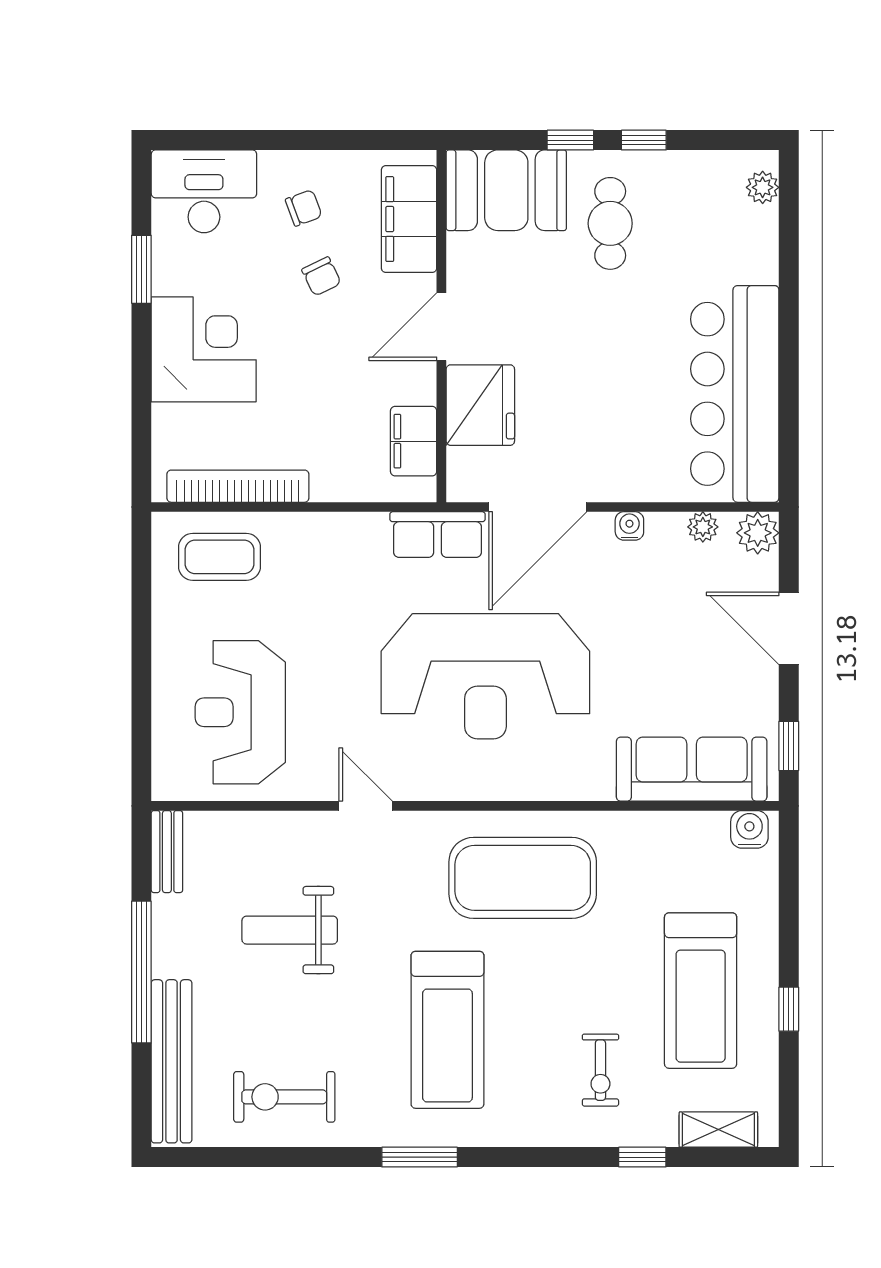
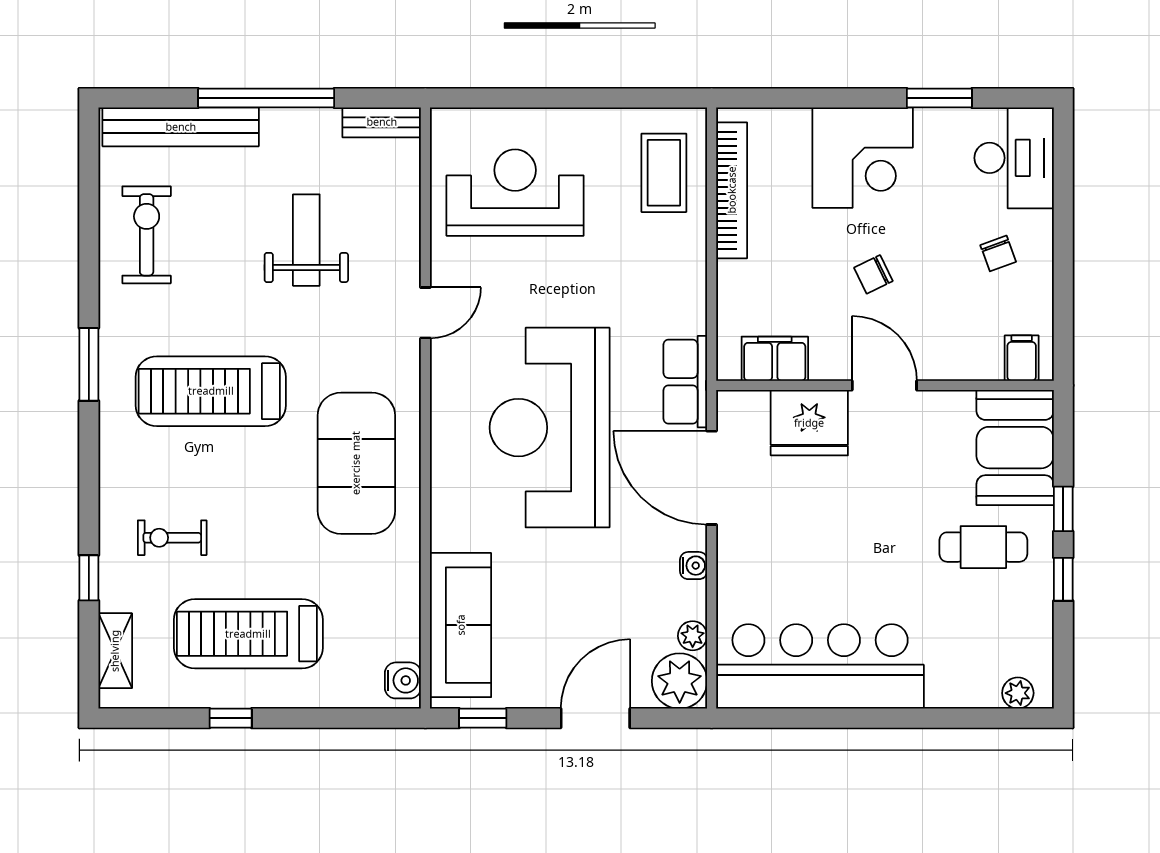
filing cabinet: (409, 219) -> (1022, 358), width x0.33, depth x0.86
chair: (321, 276) -> (873, 274), moved
plant: (758, 533) -> (680, 681), width x1.36, depth x1.36

